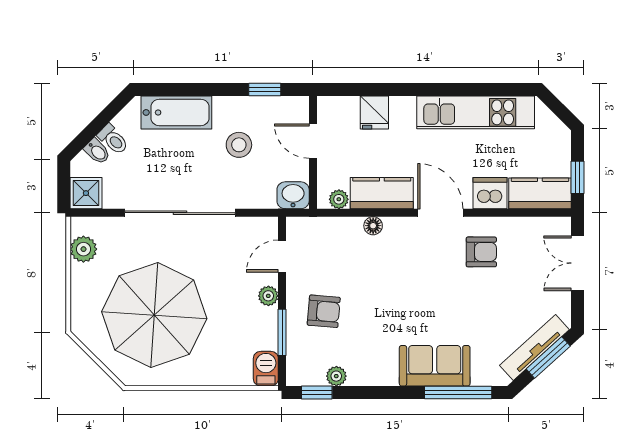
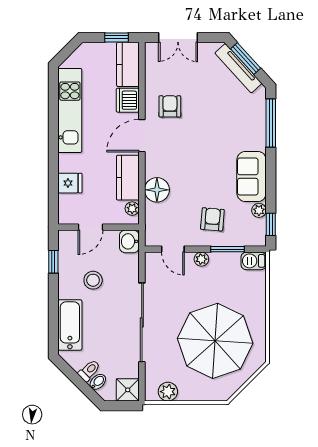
floor lamp: (373, 226) -> (157, 190), width x1.89, depth x1.89
sofa: (435, 366) -> (252, 177), moved

